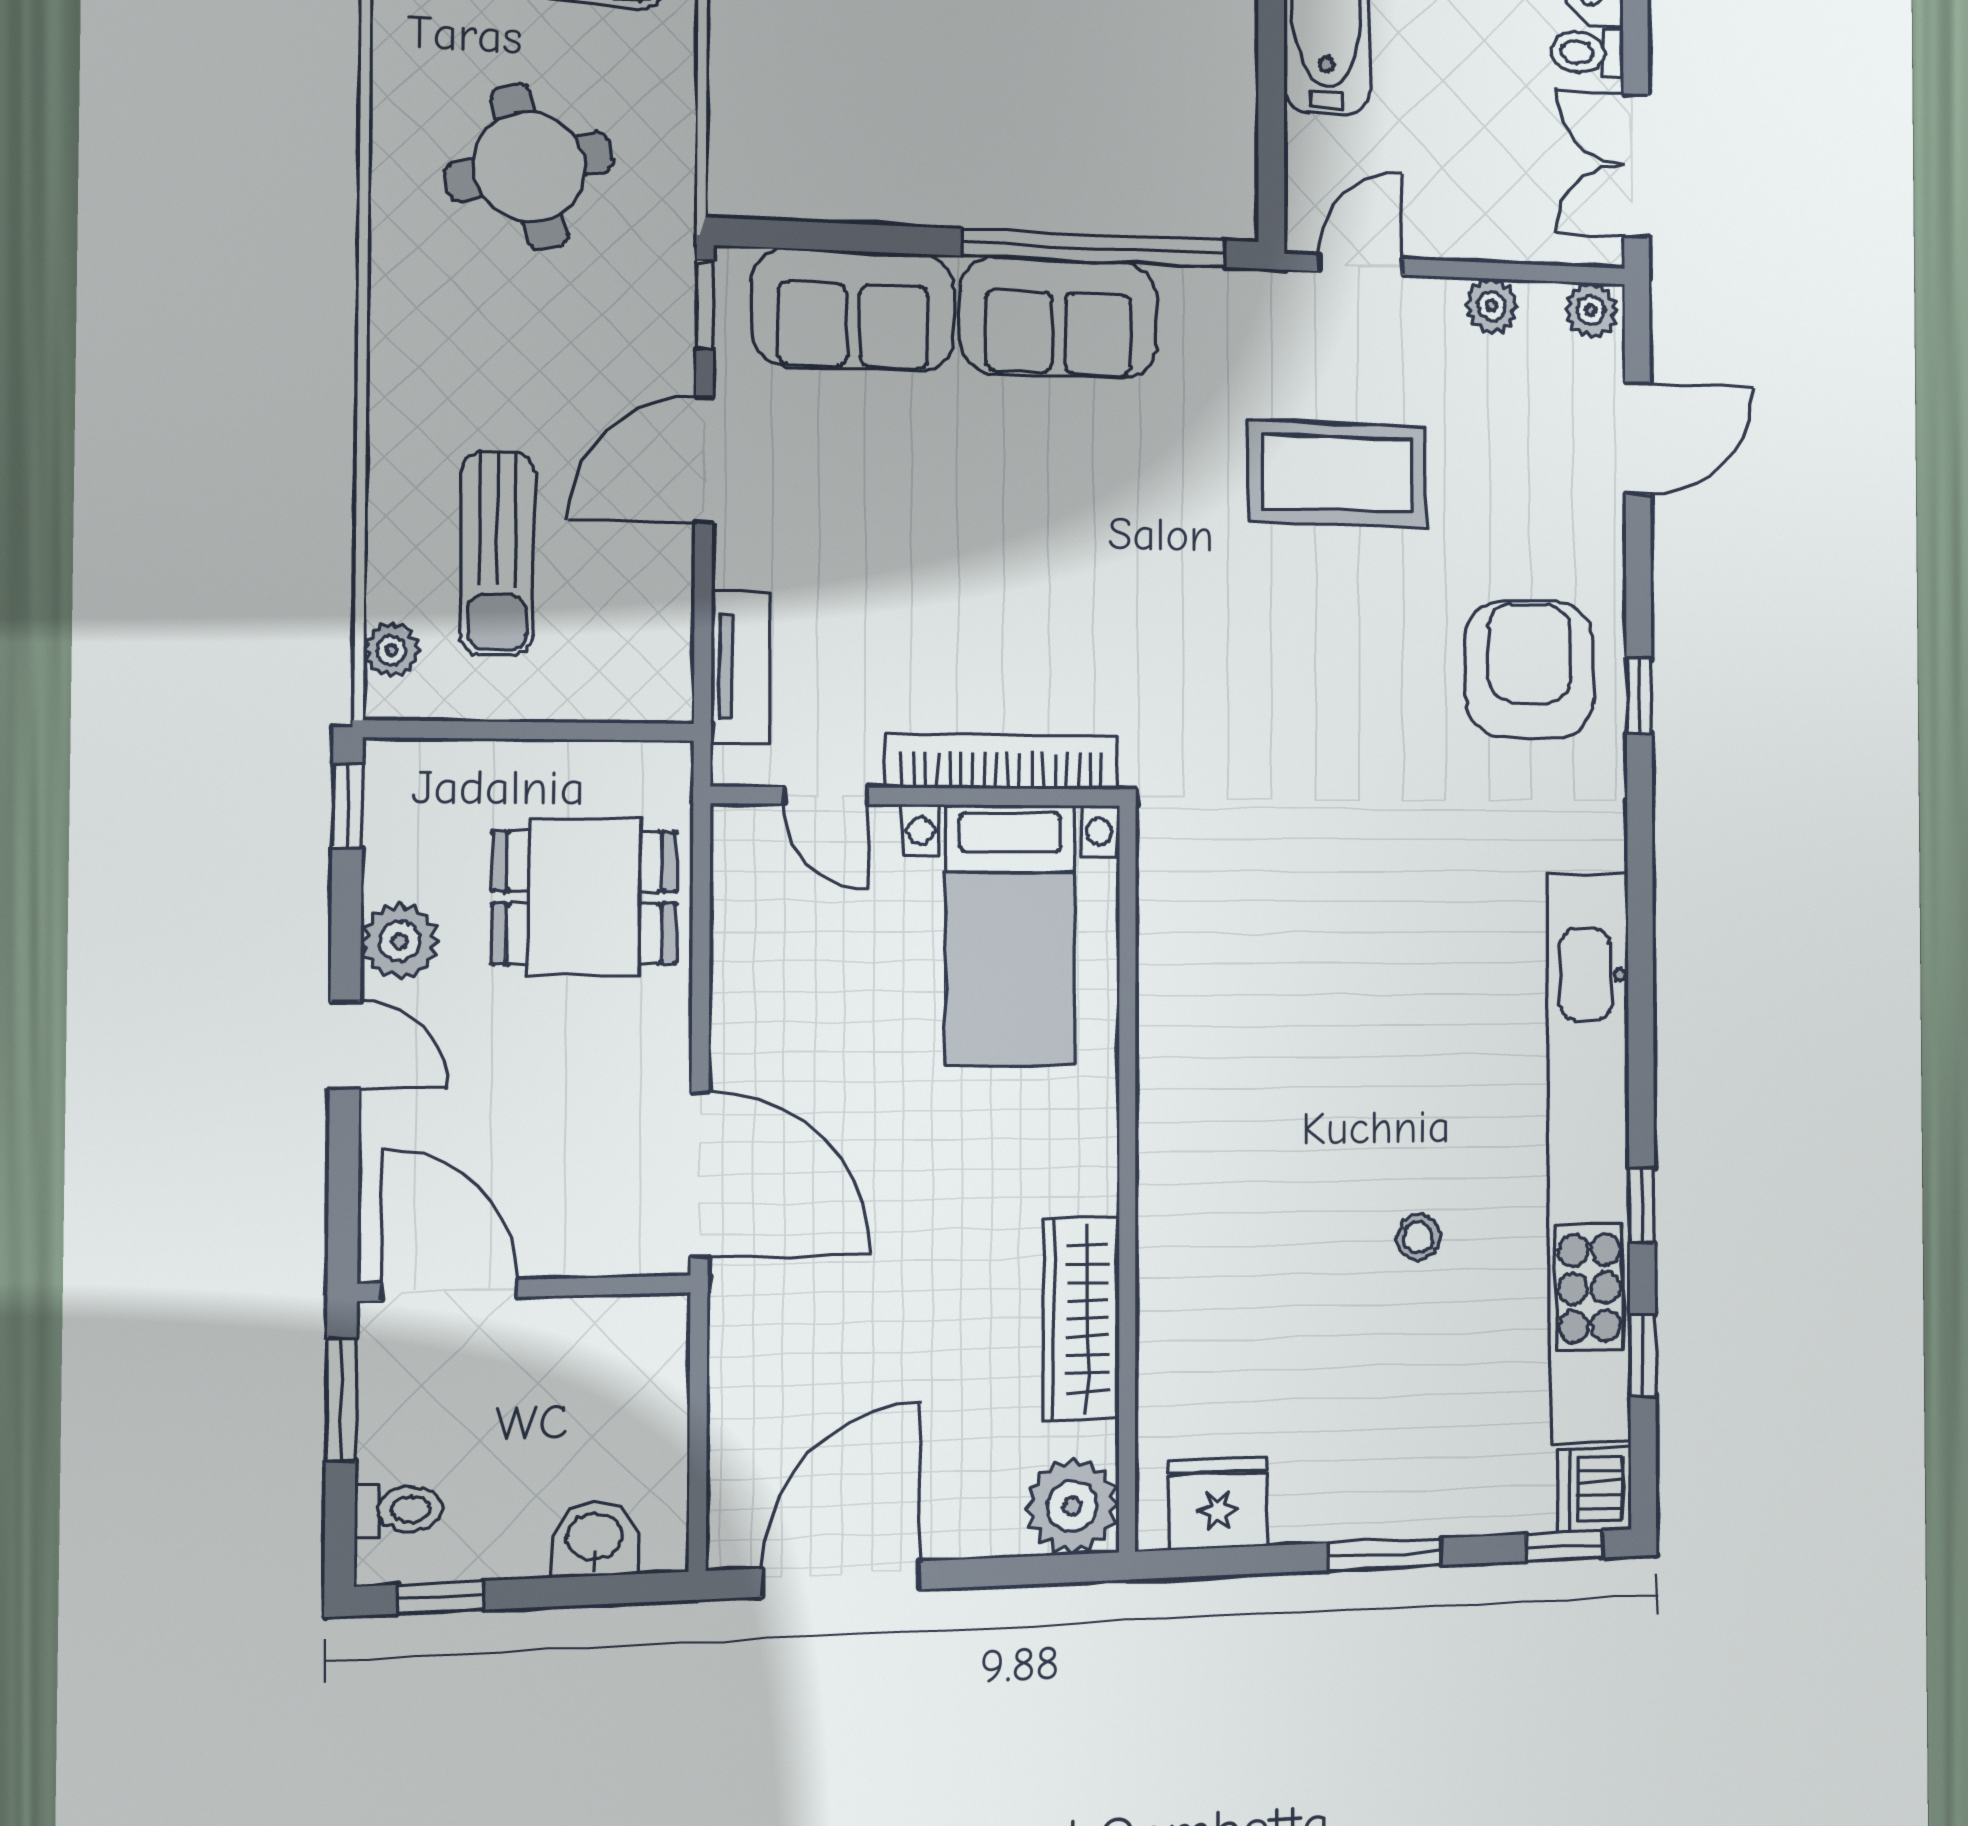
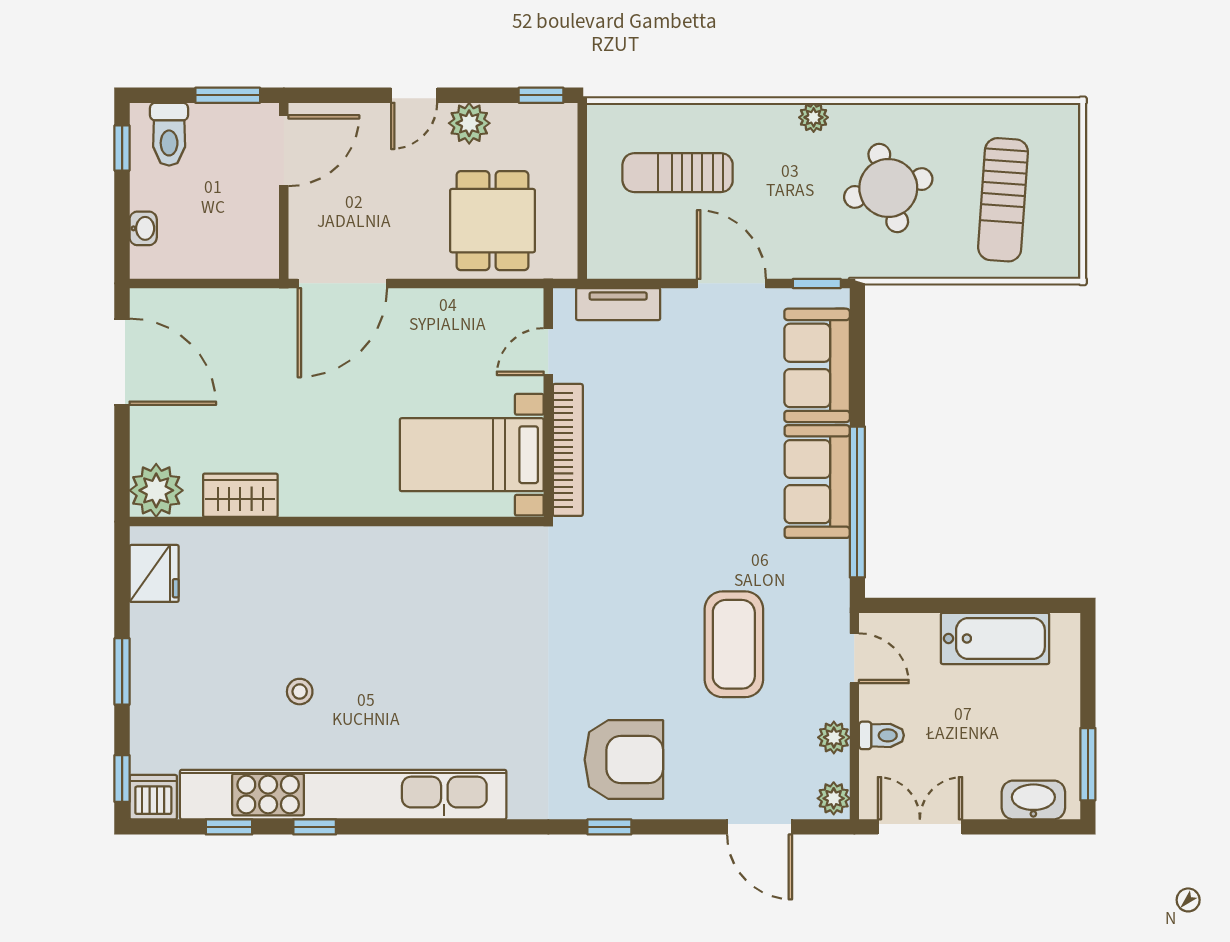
toilet: (1587, 53) -> (881, 735), moved, turned 90
plant: (391, 650) -> (814, 117), moved
wardrobe: (1081, 1319) -> (240, 495), width x0.67
toilet: (398, 1510) -> (169, 134), width x1.37, depth x1.39
washbasin: (594, 1539) -> (143, 228), width x0.72, depth x0.69

